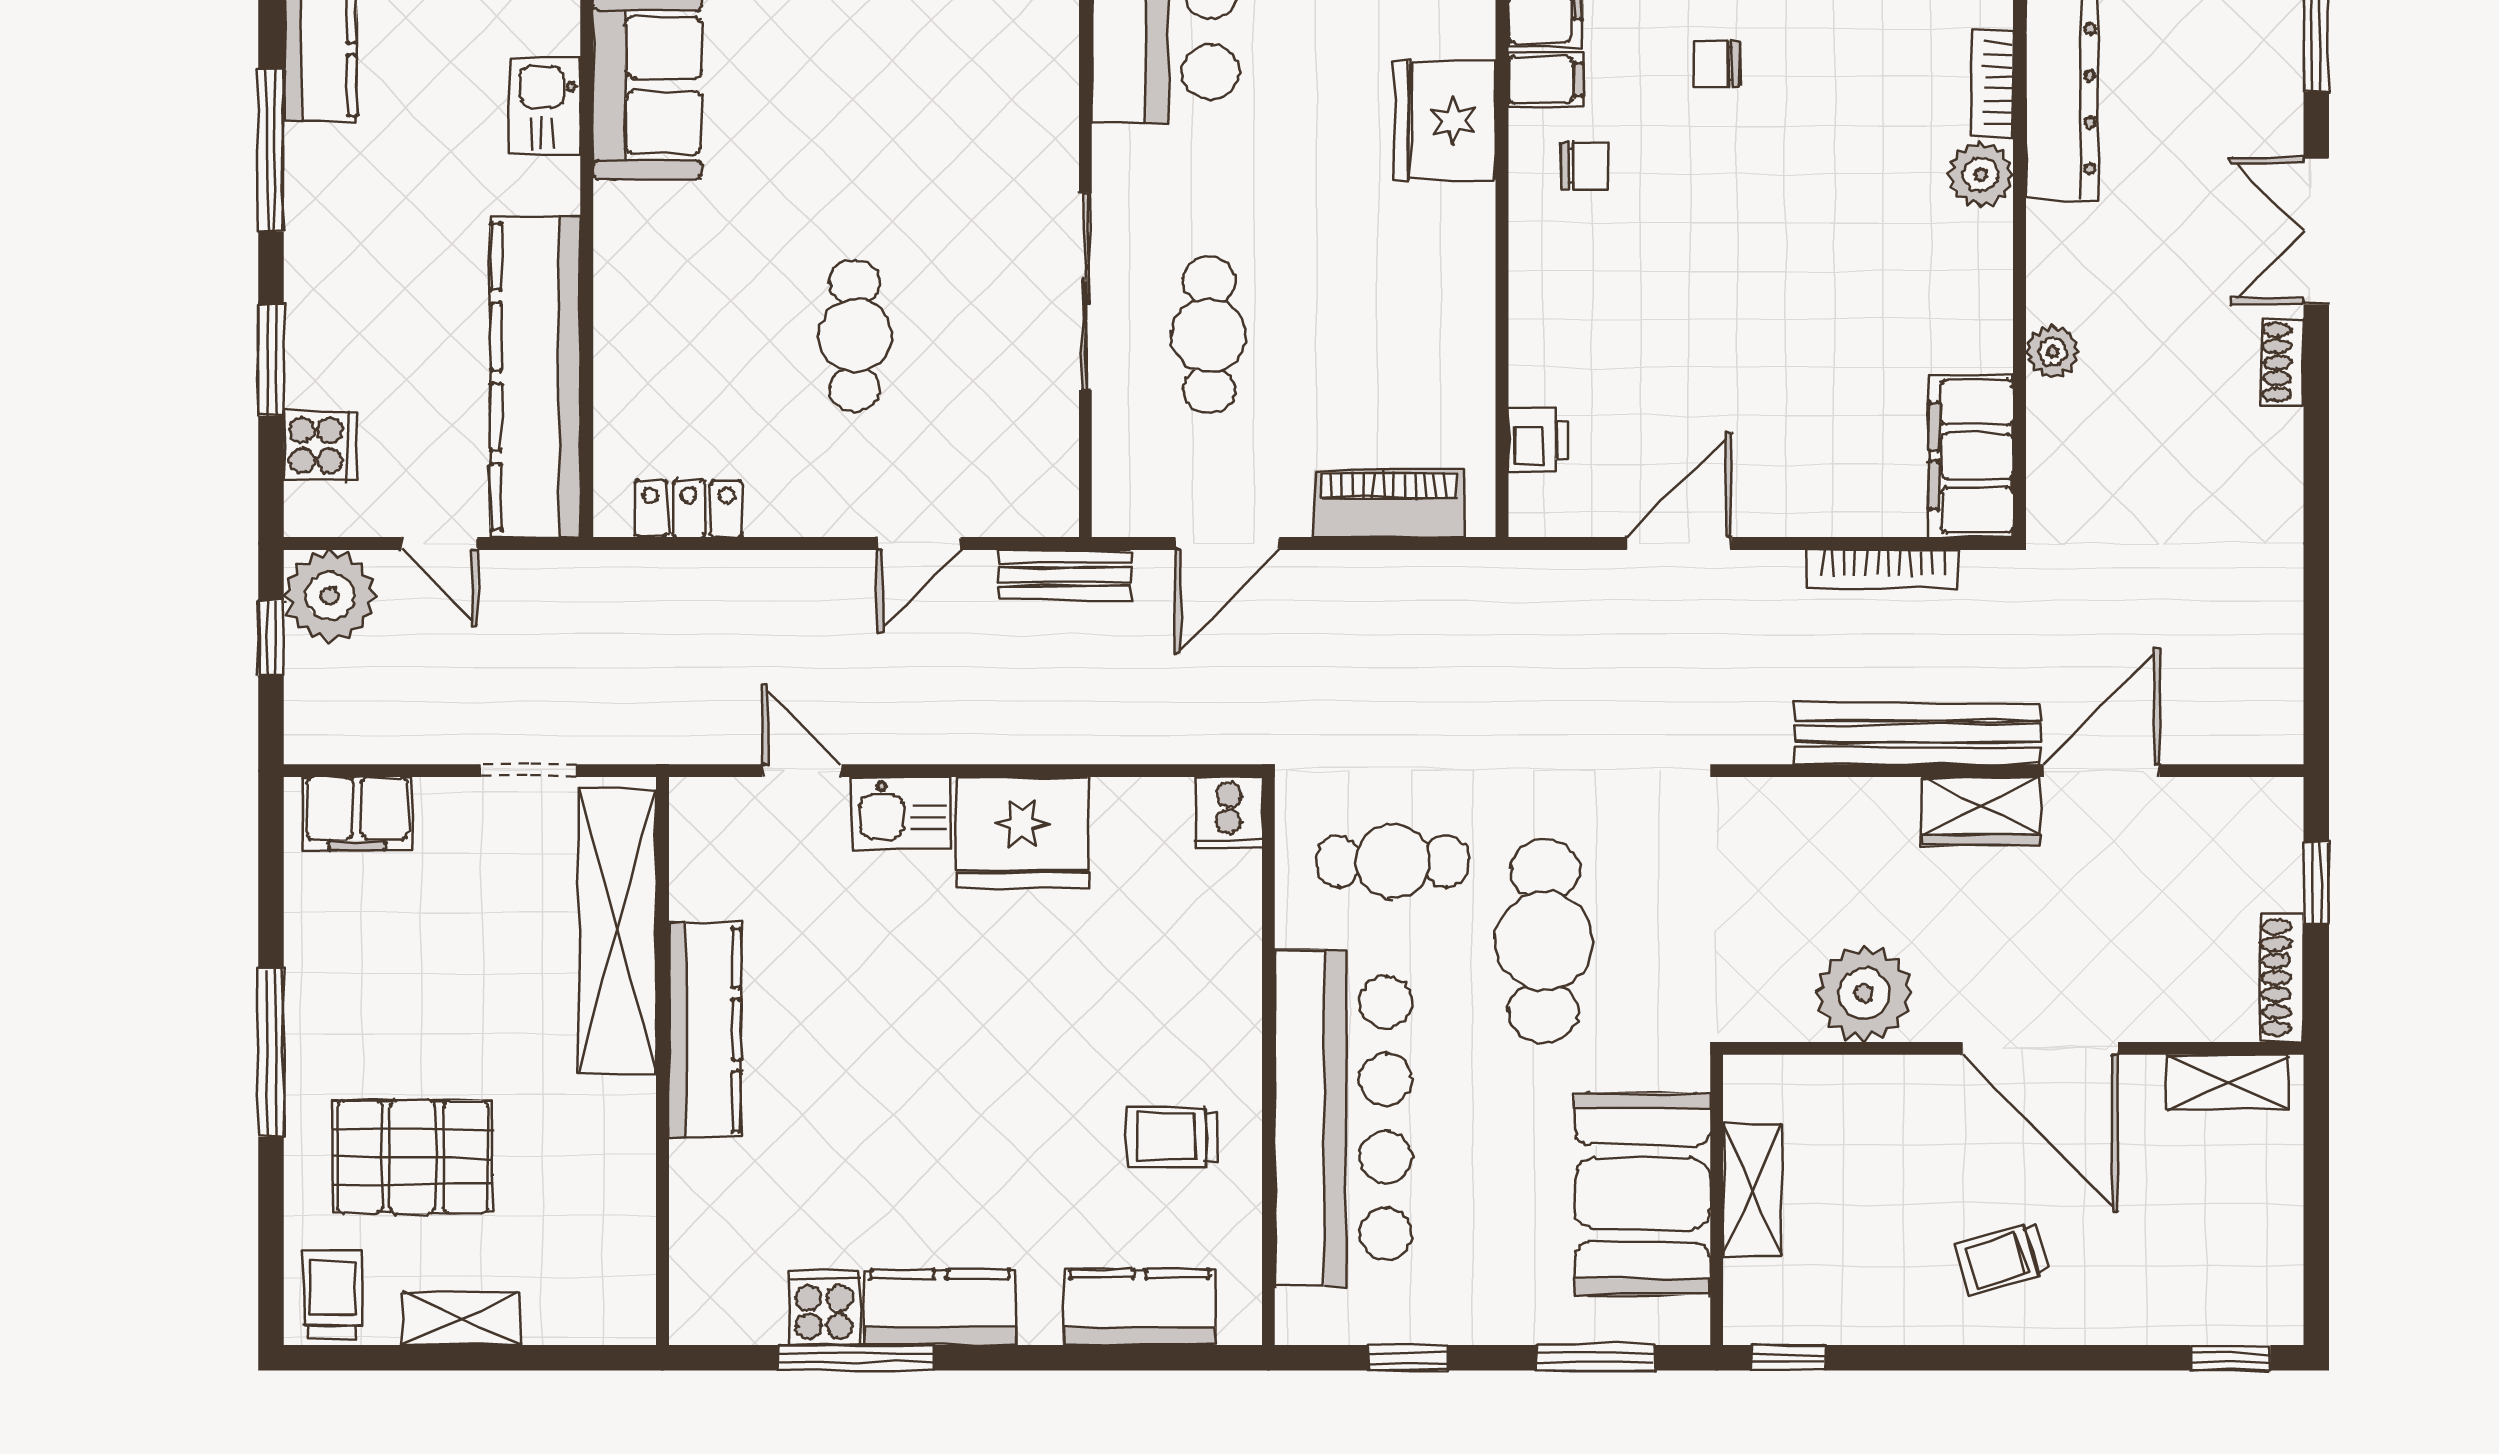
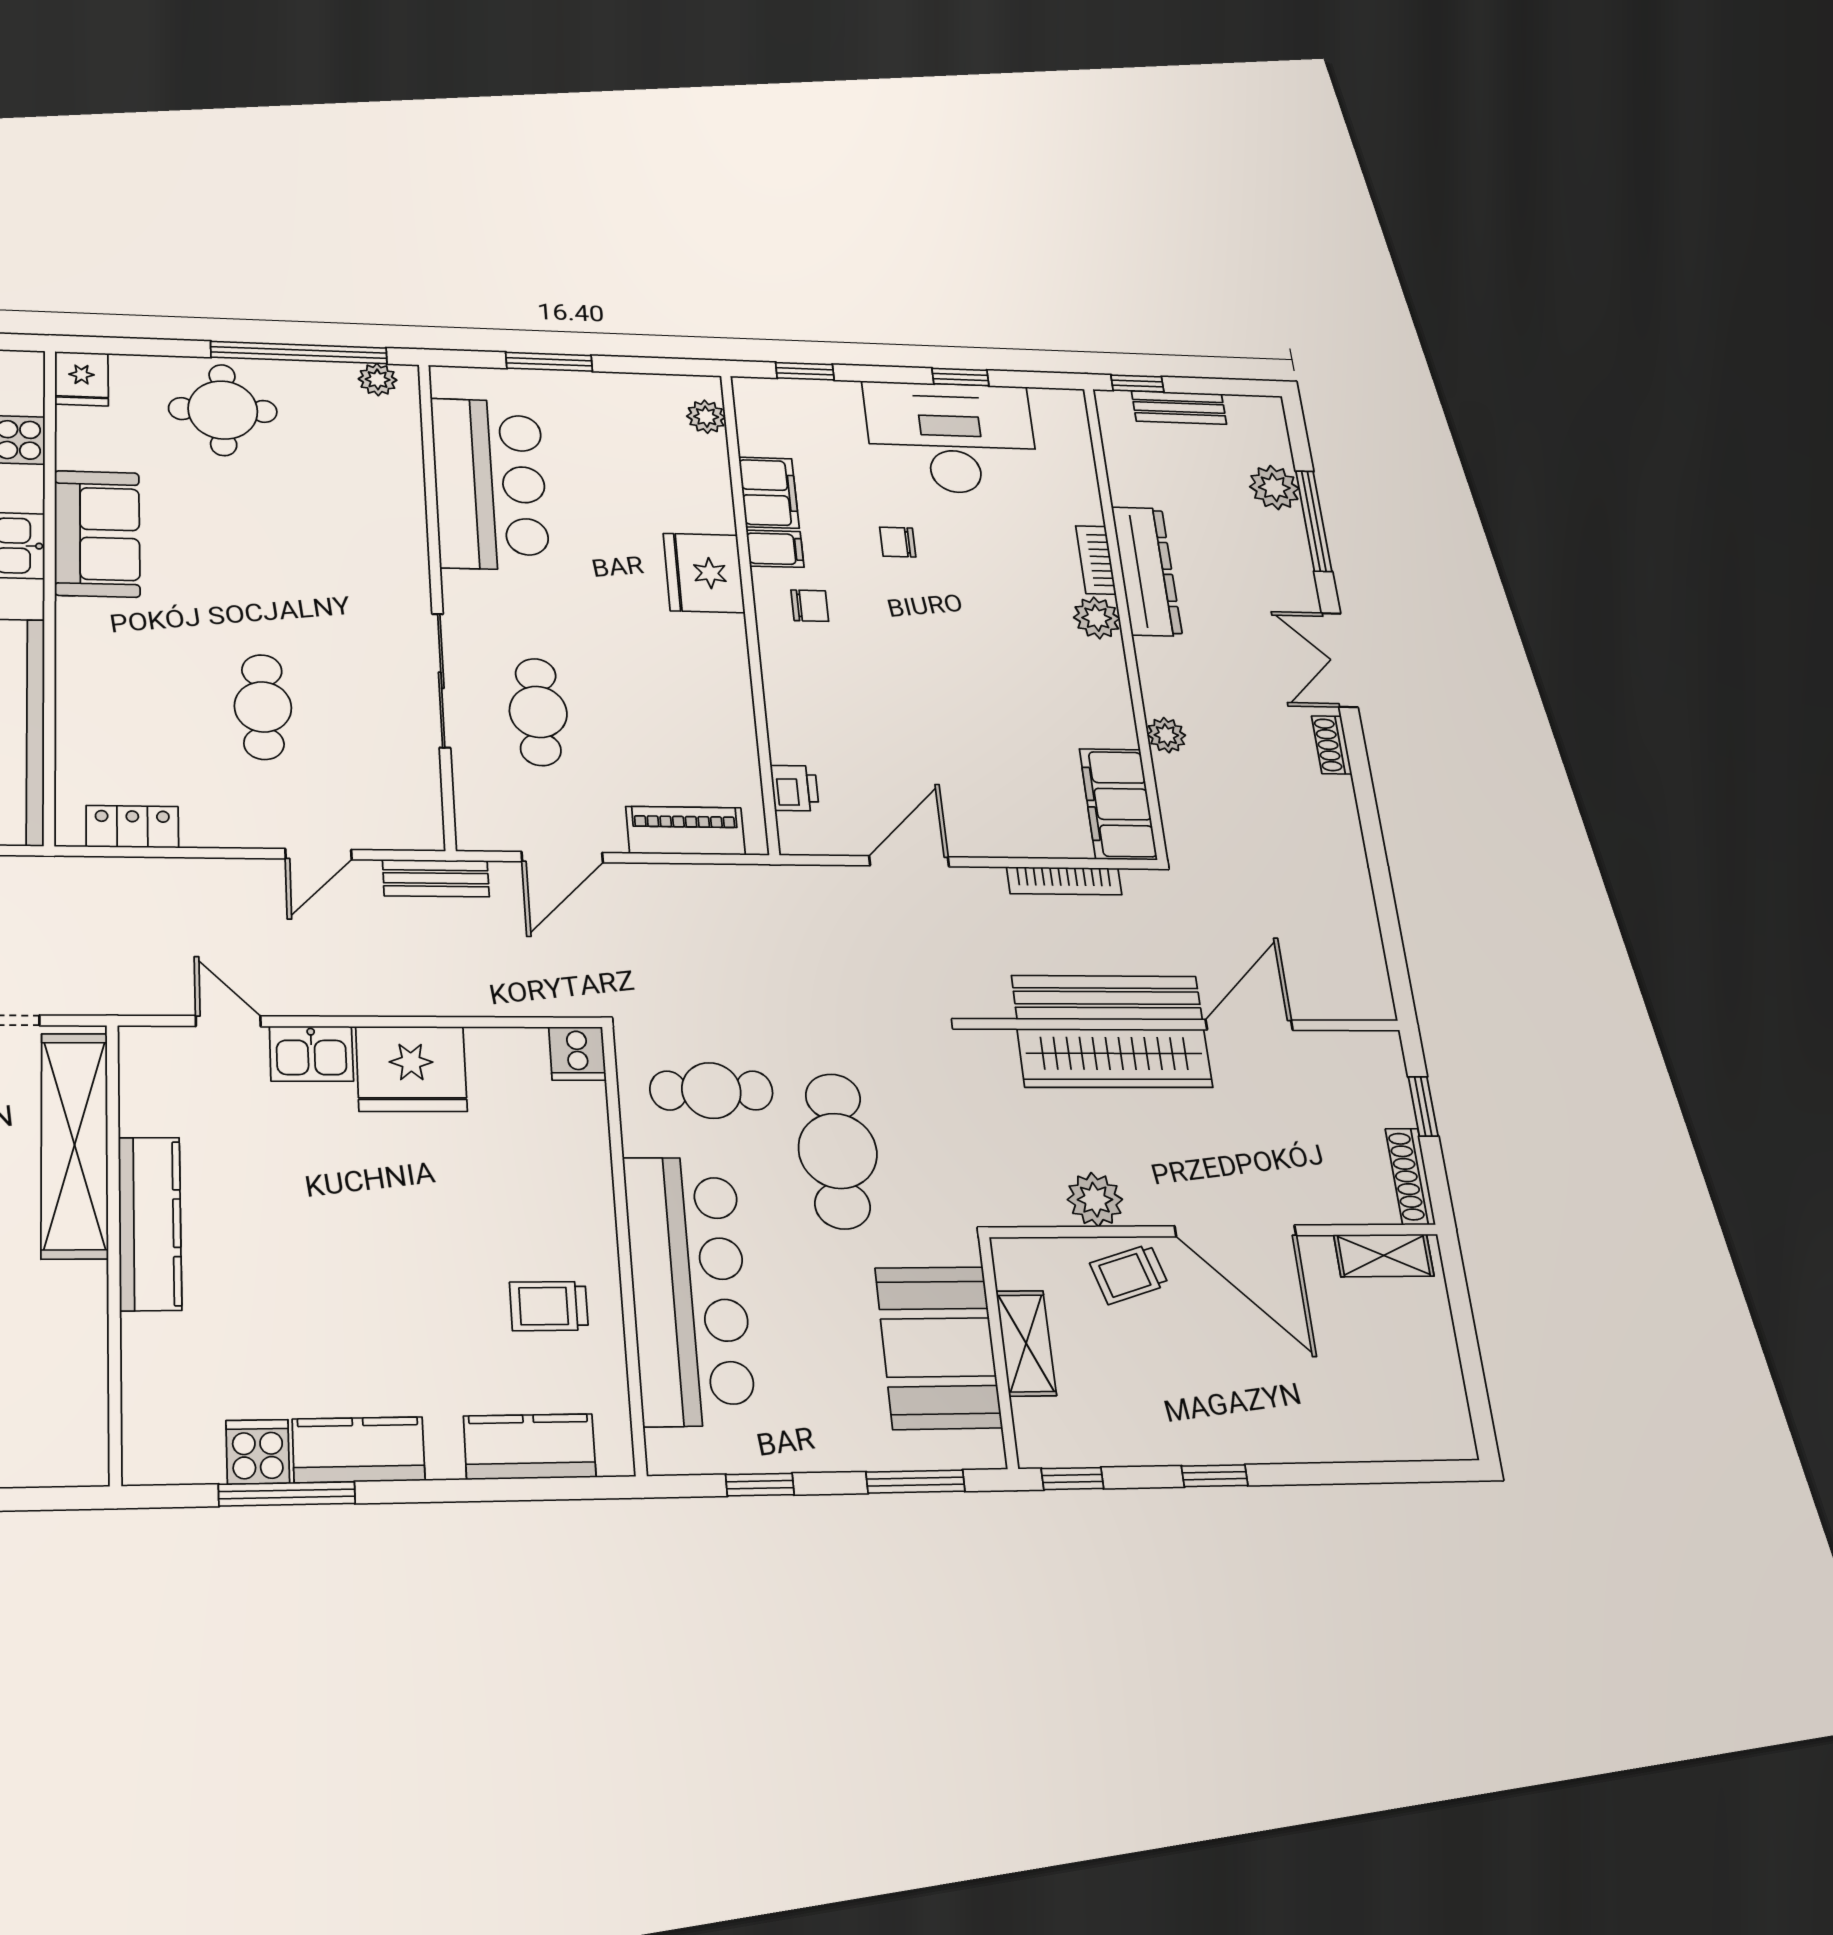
wardrobe: (1981, 811) -> (1115, 1058), width x2.10, depth x1.17
plant: (1864, 993) -> (1095, 1200), width x0.73, depth x0.73
trolley: (2002, 1259) -> (1129, 1274), moved
window: (2230, 1358) -> (1215, 1476), moved

